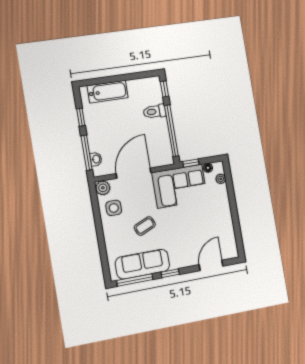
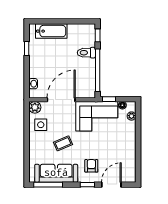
window: (87, 153) -> (27, 77), removed
armchair: (183, 247) -> (91, 166), added
window: (170, 273) -> (87, 185), moved

